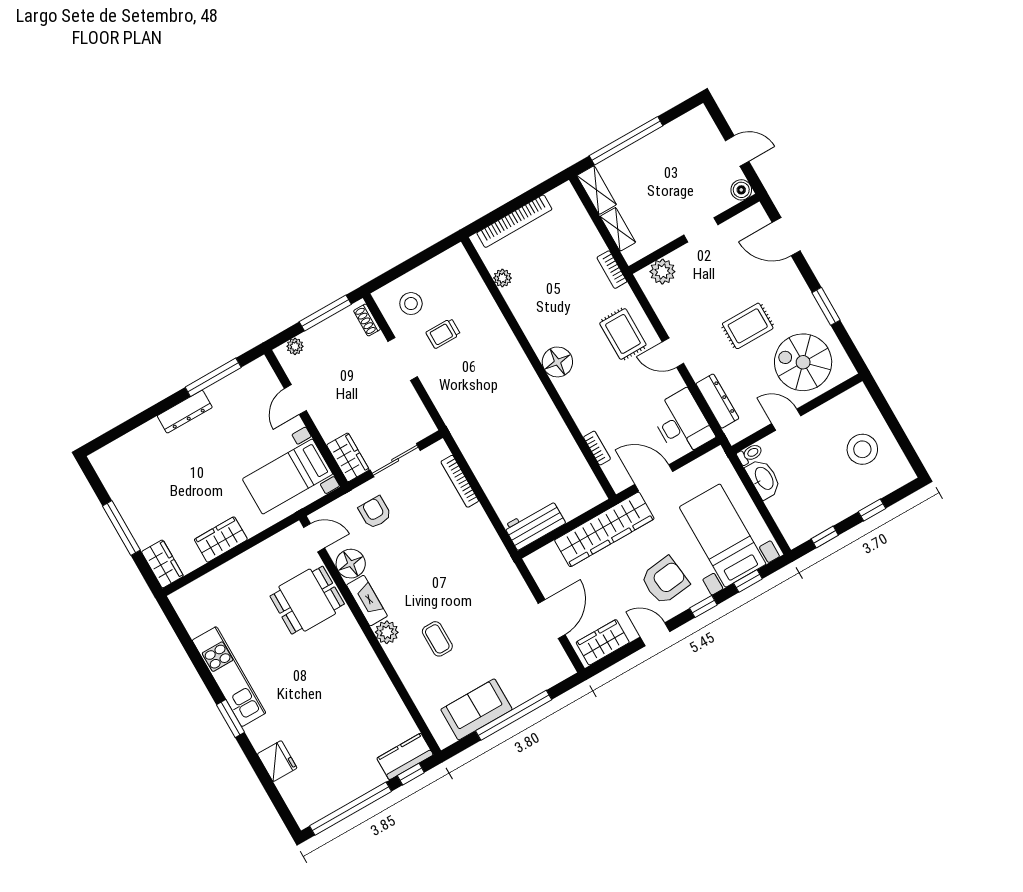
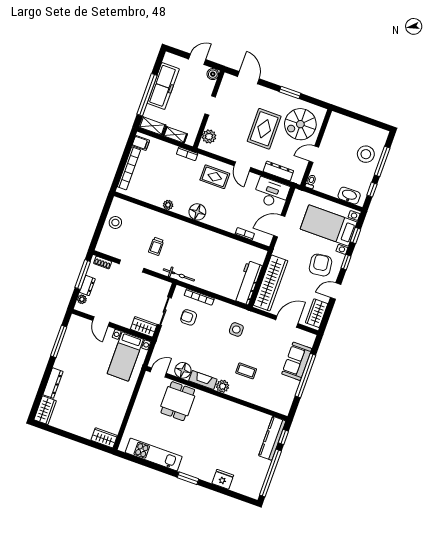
freezer: (659, 148) -> (163, 86), added
filing cabinet: (561, 200) -> (141, 143), added
door: (786, 237) -> (248, 78), swing flipped
plant: (502, 278) -> (168, 205), moved
stool: (411, 304) -> (115, 222), moved
rug: (748, 326) -> (264, 129), width x1.36, depth x1.43
trolley: (443, 333) -> (156, 246), moved
dresser: (319, 334) -> (87, 286), added
door: (673, 353) -> (242, 167), hinge flipped
dresser: (185, 412) -> (53, 383), moved
bicycle: (458, 427) -> (179, 275), added
stool: (862, 449) -> (366, 154), moved
washbasin: (764, 479) -> (349, 196), moved
window: (872, 510) -> (382, 161), width x2.17
armchair: (375, 512) -> (189, 317), moved
workbench: (535, 525) -> (248, 283), width x1.37
window: (121, 528) -> (74, 437), removed
wardrobe: (604, 529) -> (271, 283), moved
wardrobe: (221, 539) -> (45, 410), moved, turned 180
side table: (473, 570) -> (236, 329), added
door: (552, 619) -> (287, 322), hinge flipped
kitchen unit: (229, 677) -> (154, 454), moved
sofa: (476, 709) -> (297, 361), moved
kitchen counter: (405, 756) -> (272, 438), width x1.50

